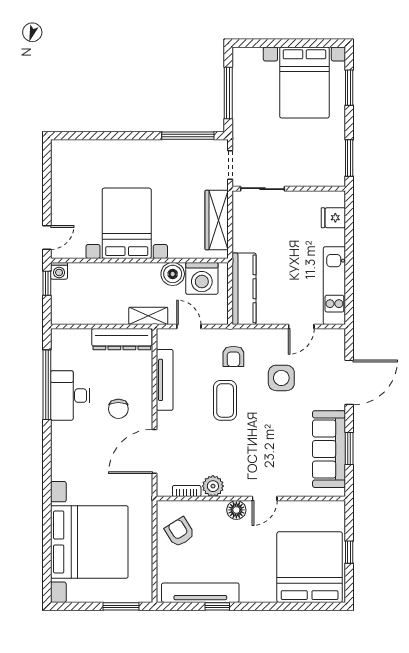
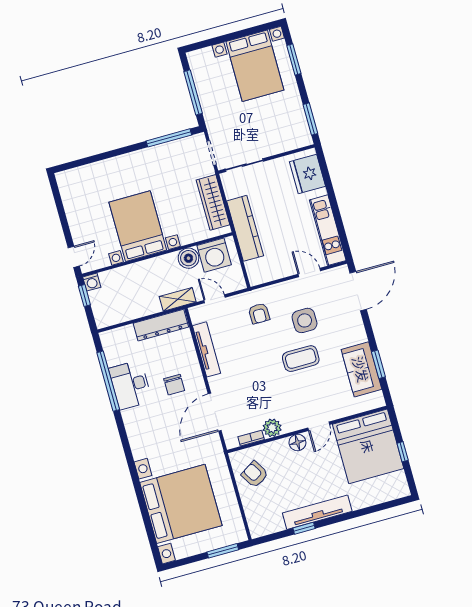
fridge: (333, 218) -> (307, 174), width x1.88, depth x1.34
kitchen counter: (244, 289) -> (245, 228), moved
door: (301, 327) -> (309, 272), swing flipped
door: (349, 382) -> (358, 291), moved
coffee table: (225, 400) -> (301, 359), moved, turned 90
sofa: (329, 449) -> (361, 369), width x0.73
bed: (310, 567) -> (368, 446), moved, turned 180
tv unit: (200, 593) -> (317, 512), moved

